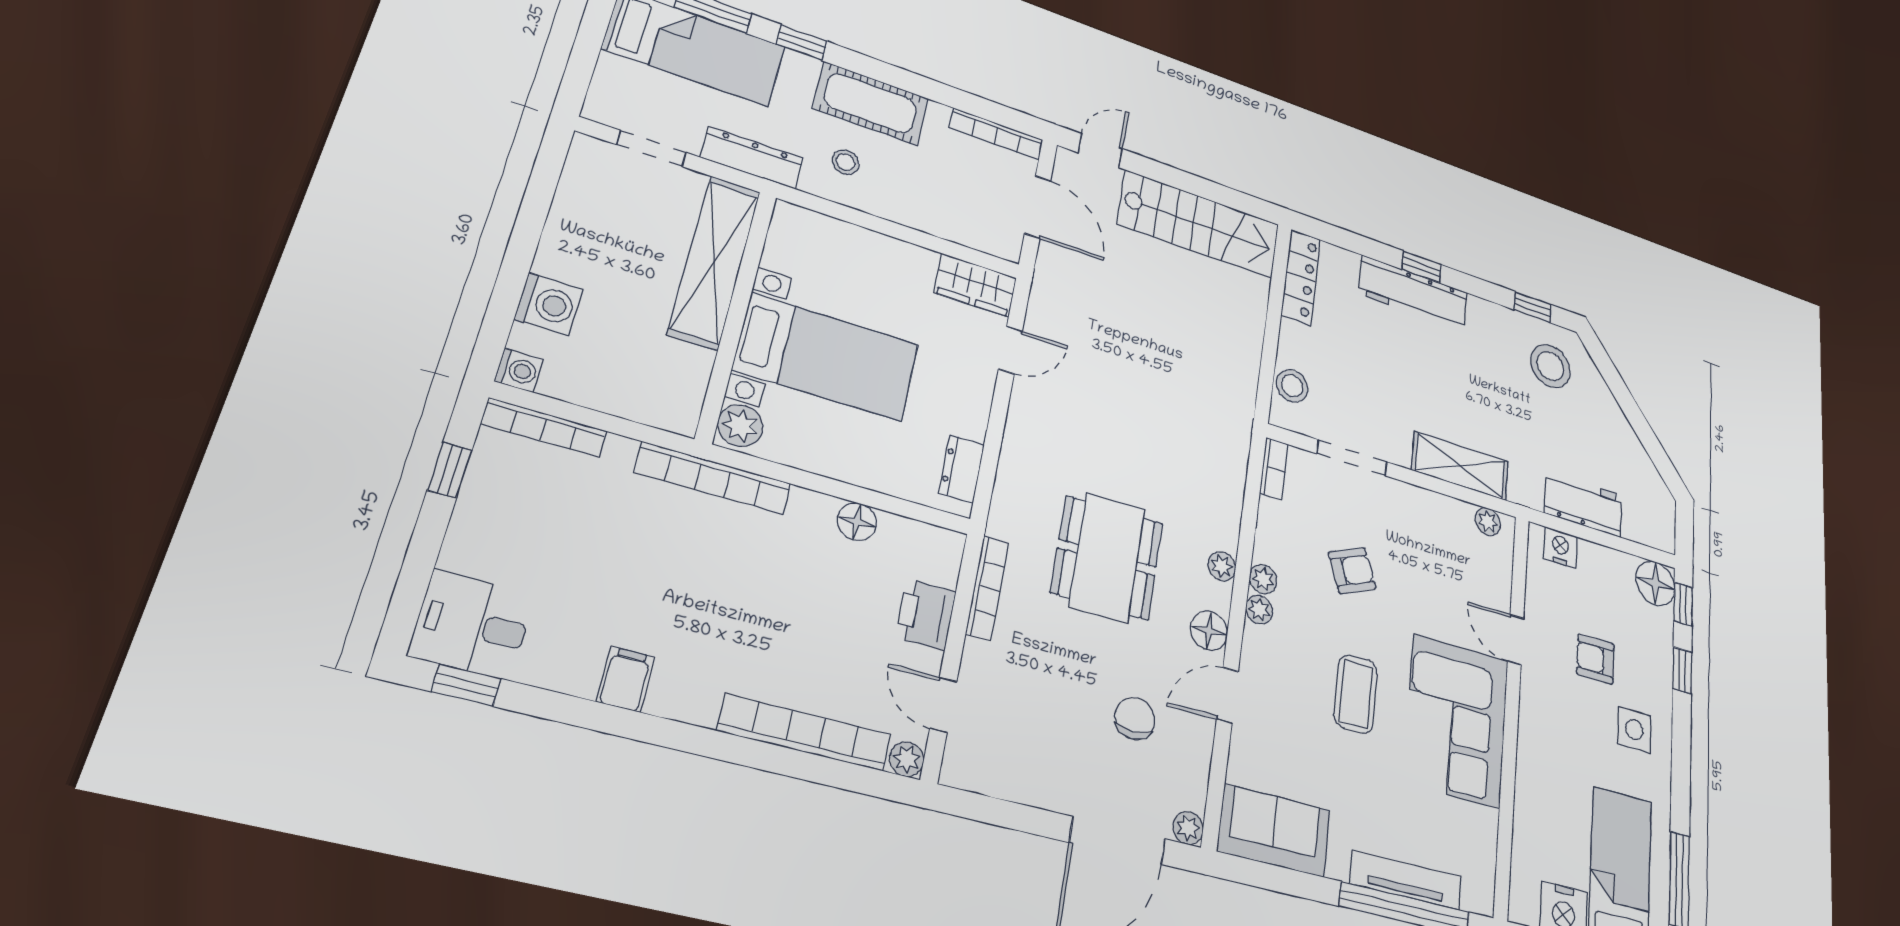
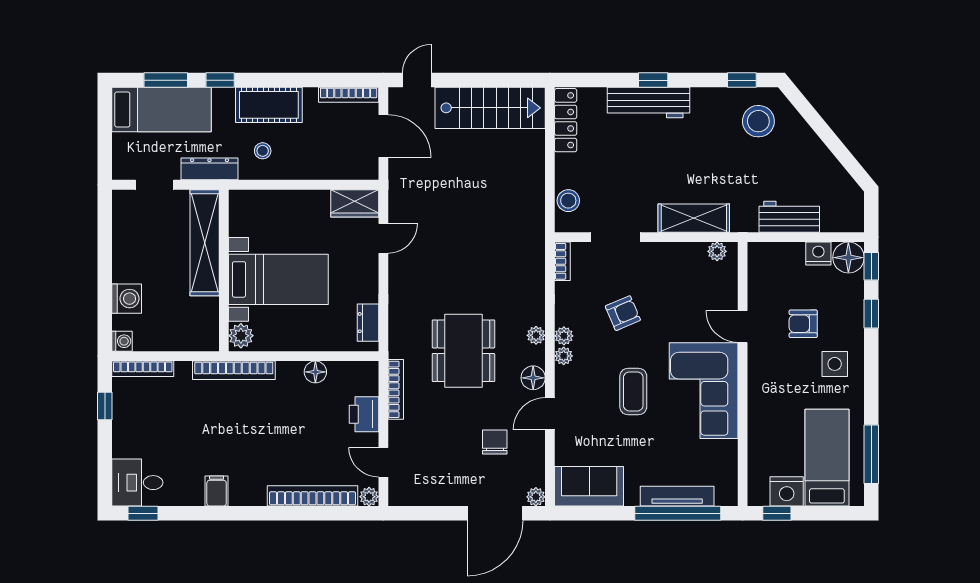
nightstand: (1560, 548) -> (818, 253), moved

